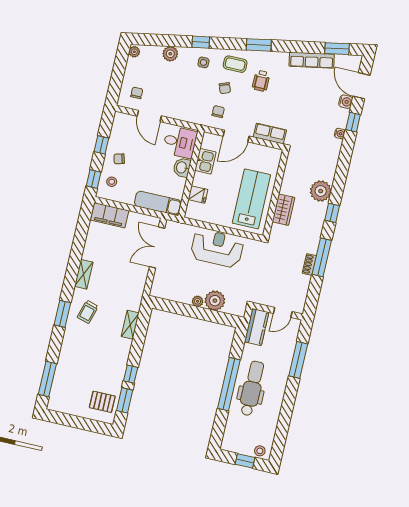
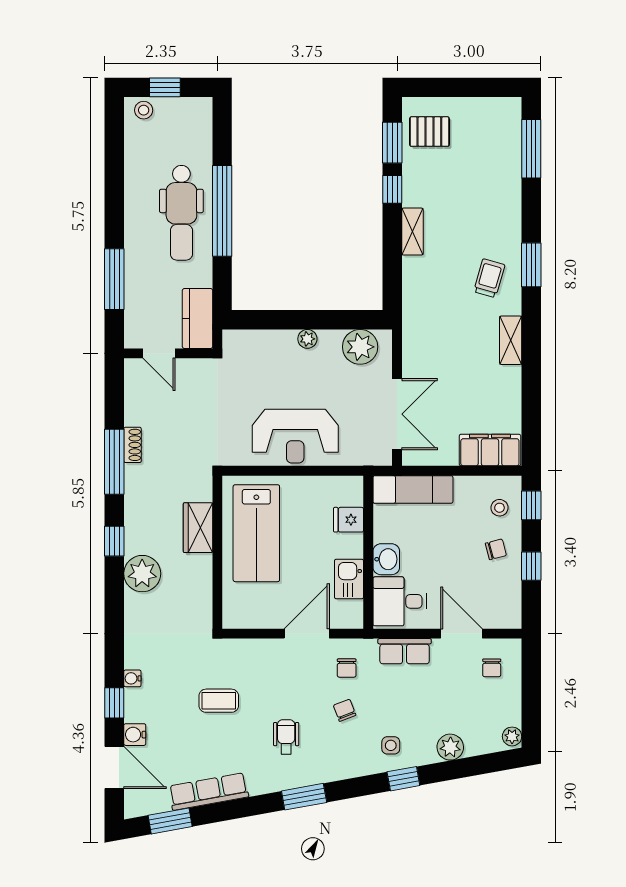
coffee table: (235, 64) -> (219, 701), moved
row of seats: (270, 133) -> (405, 651), moved
plant: (215, 301) -> (360, 347), moved
door: (283, 312) -> (159, 353), swing flipped
shelving: (130, 325) -> (412, 232), moved

